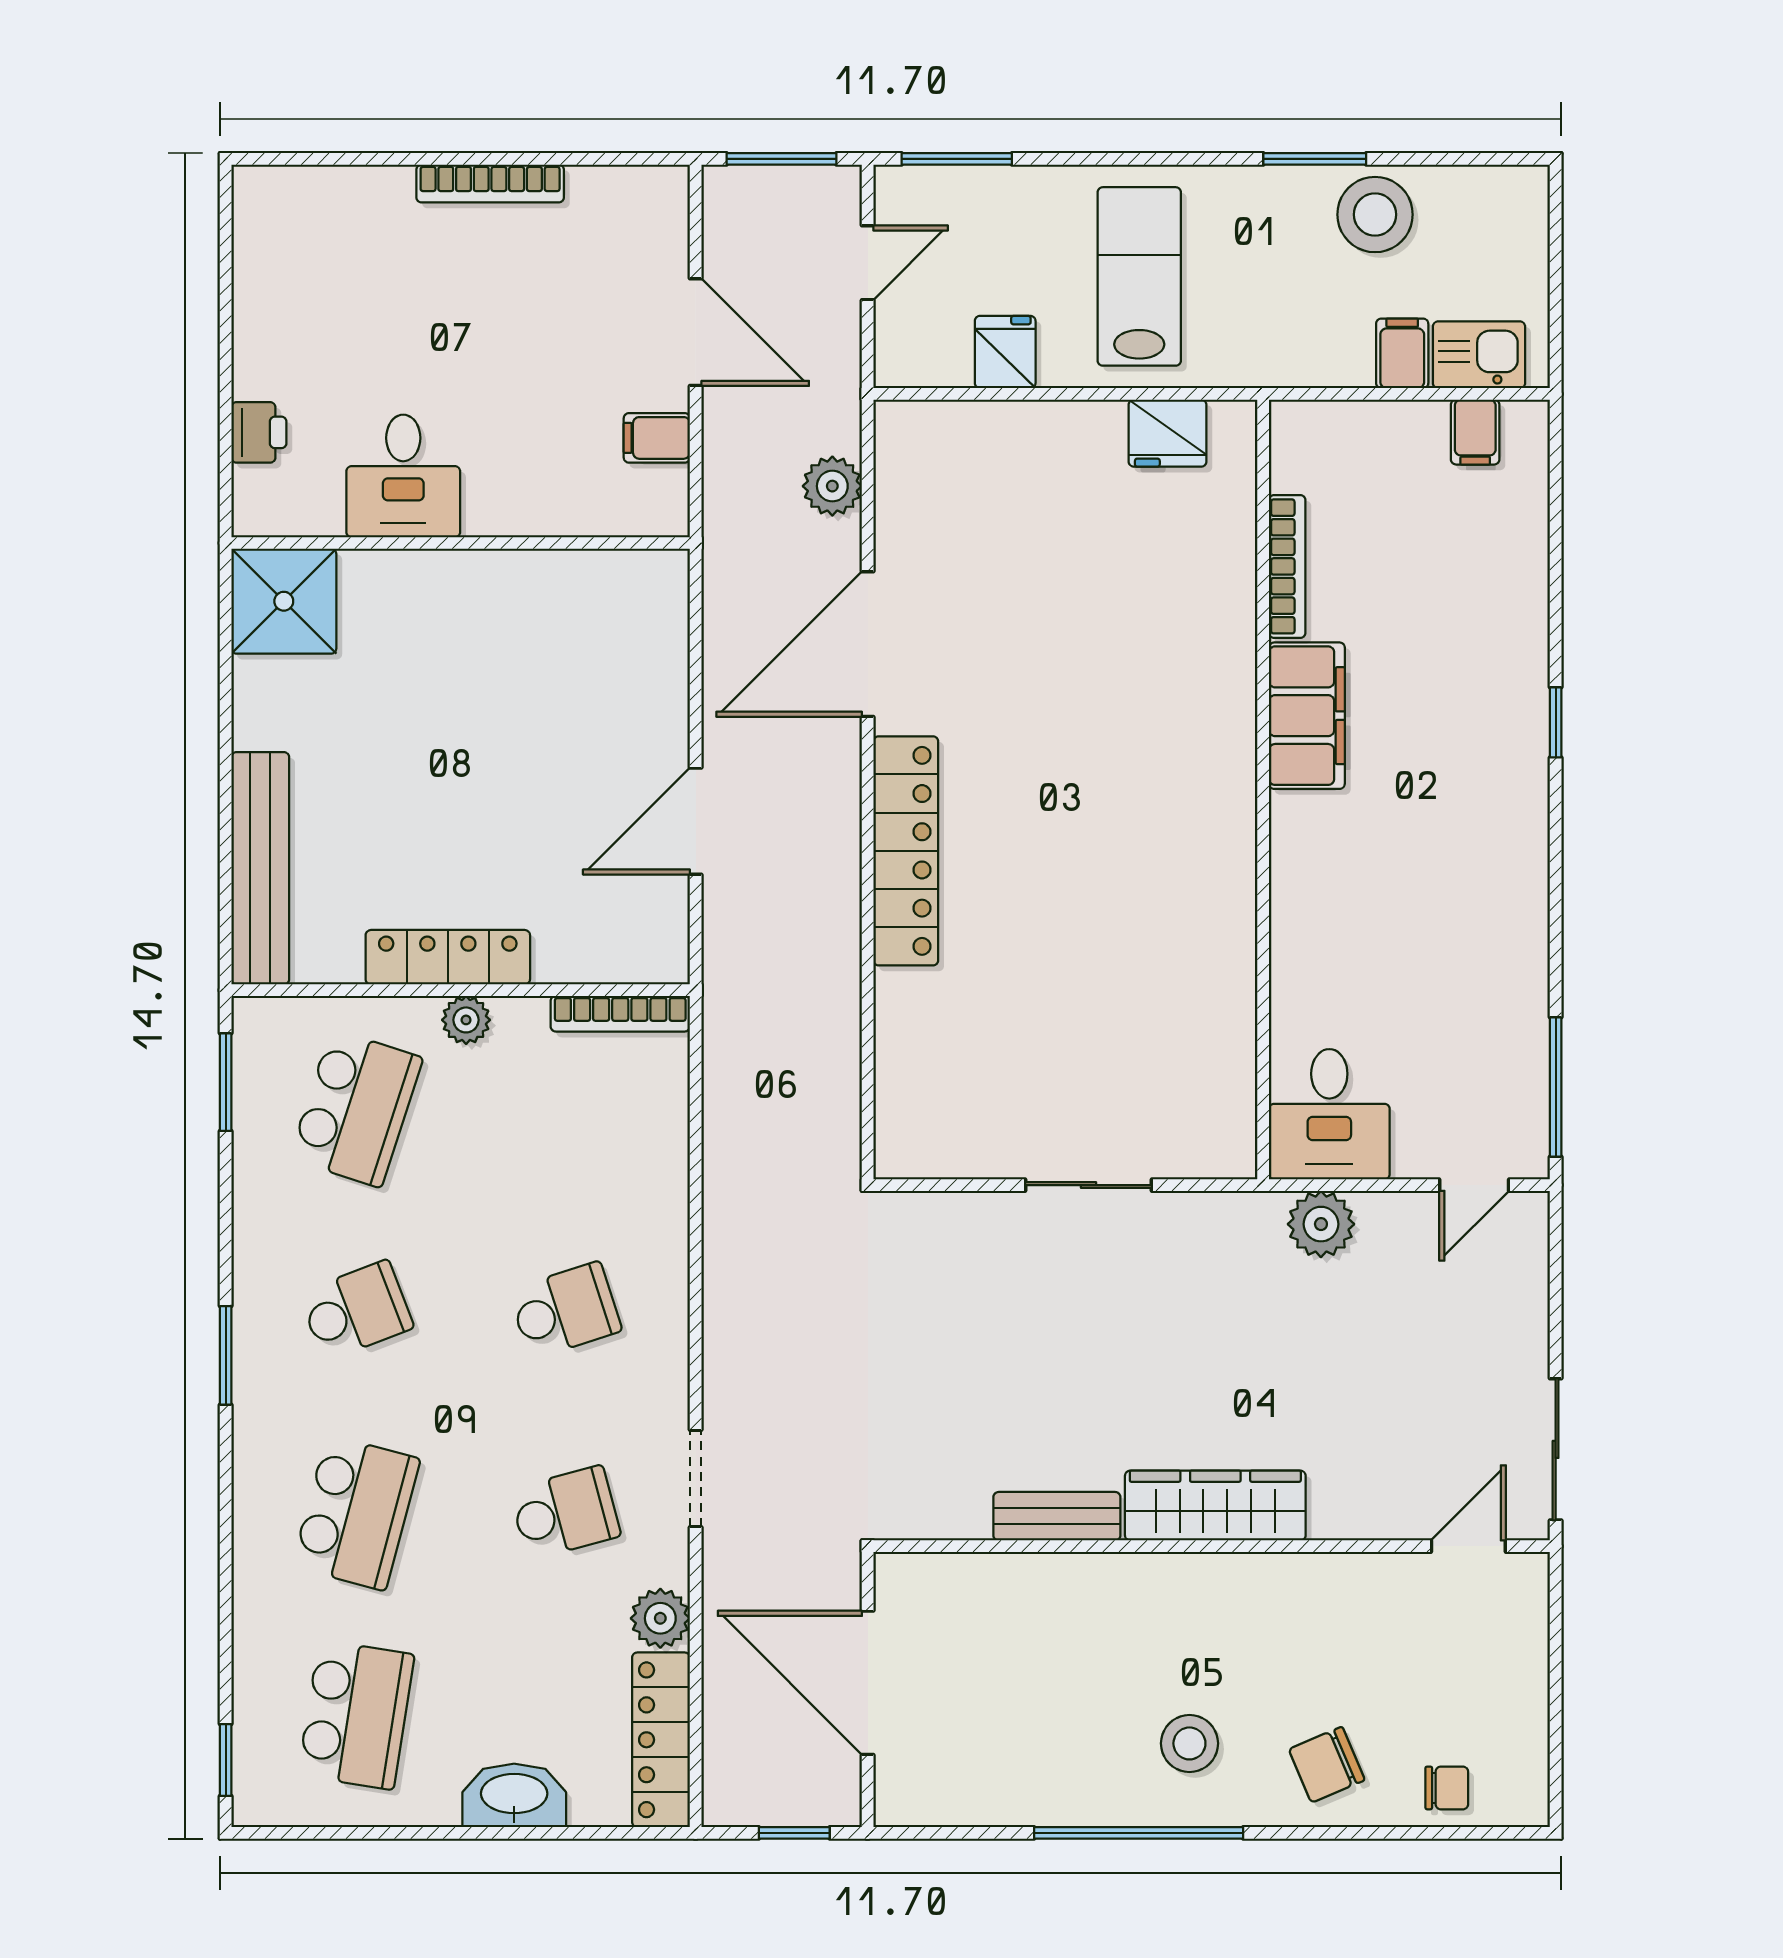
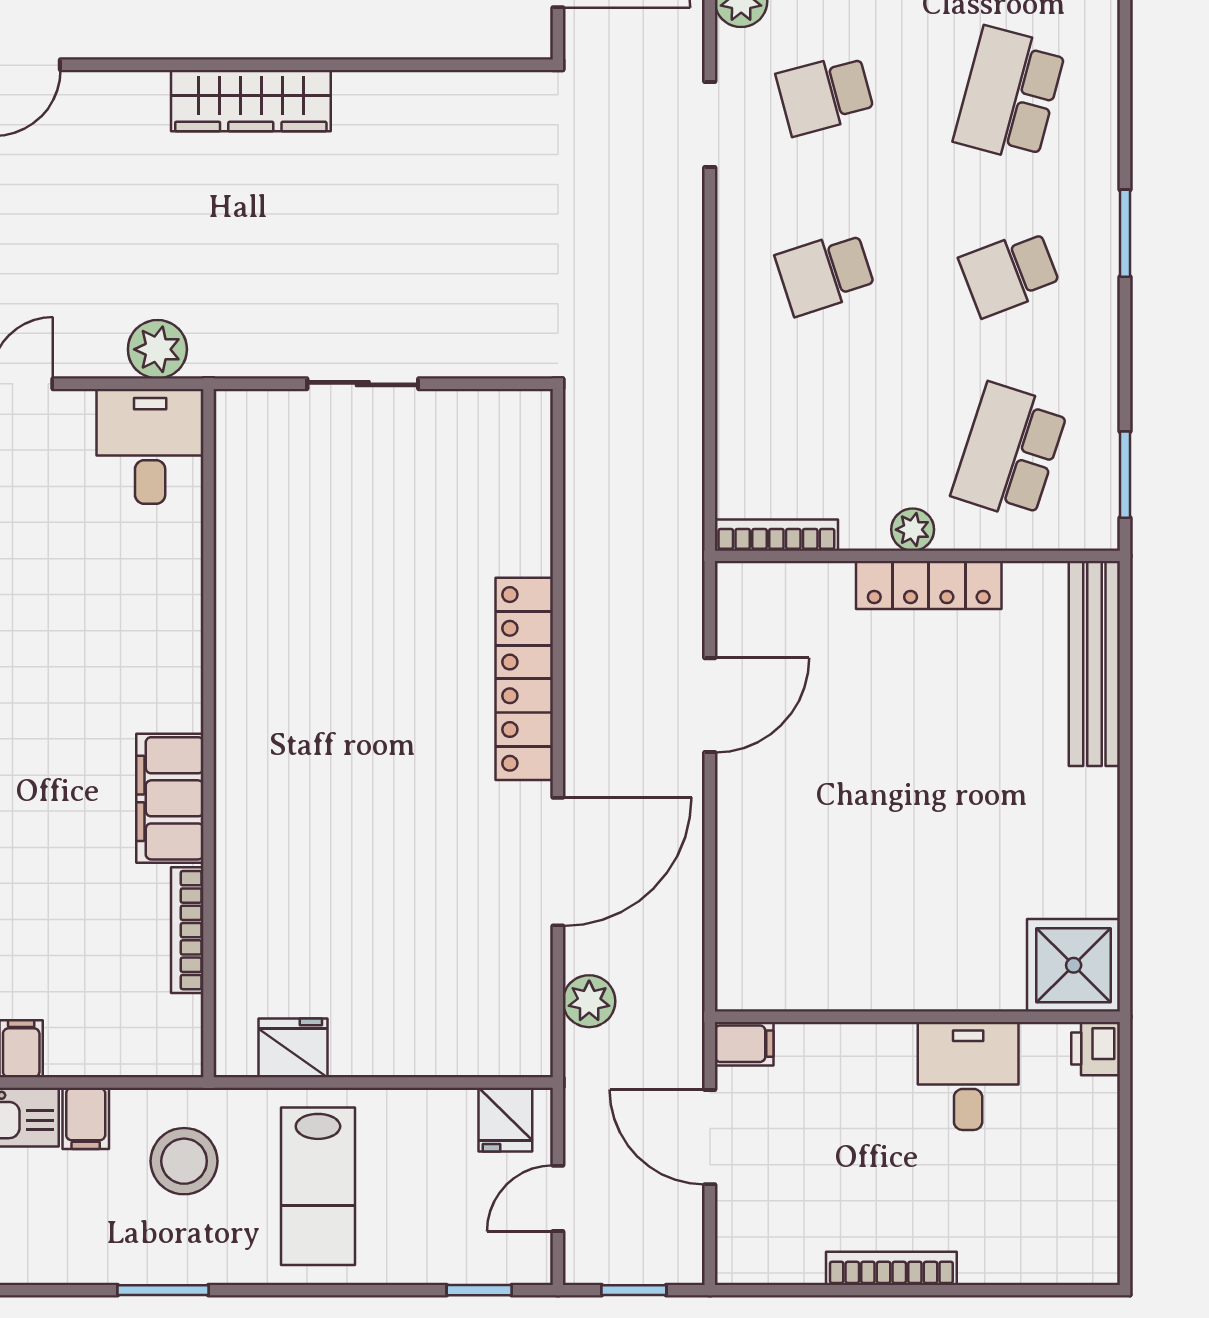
window: (782, 159) -> (634, 1290), width x0.67
window: (957, 159) -> (479, 1290), width x0.67
stool: (1375, 215) -> (184, 1161), moved
fridge: (1005, 352) -> (505, 1120), moved
desk: (403, 476) -> (968, 1076), moved
wall: (461, 543) -> (917, 1017), moved
shower: (284, 601) -> (1074, 965), moved
bench: (1057, 1516) -> (391, 91), removed

